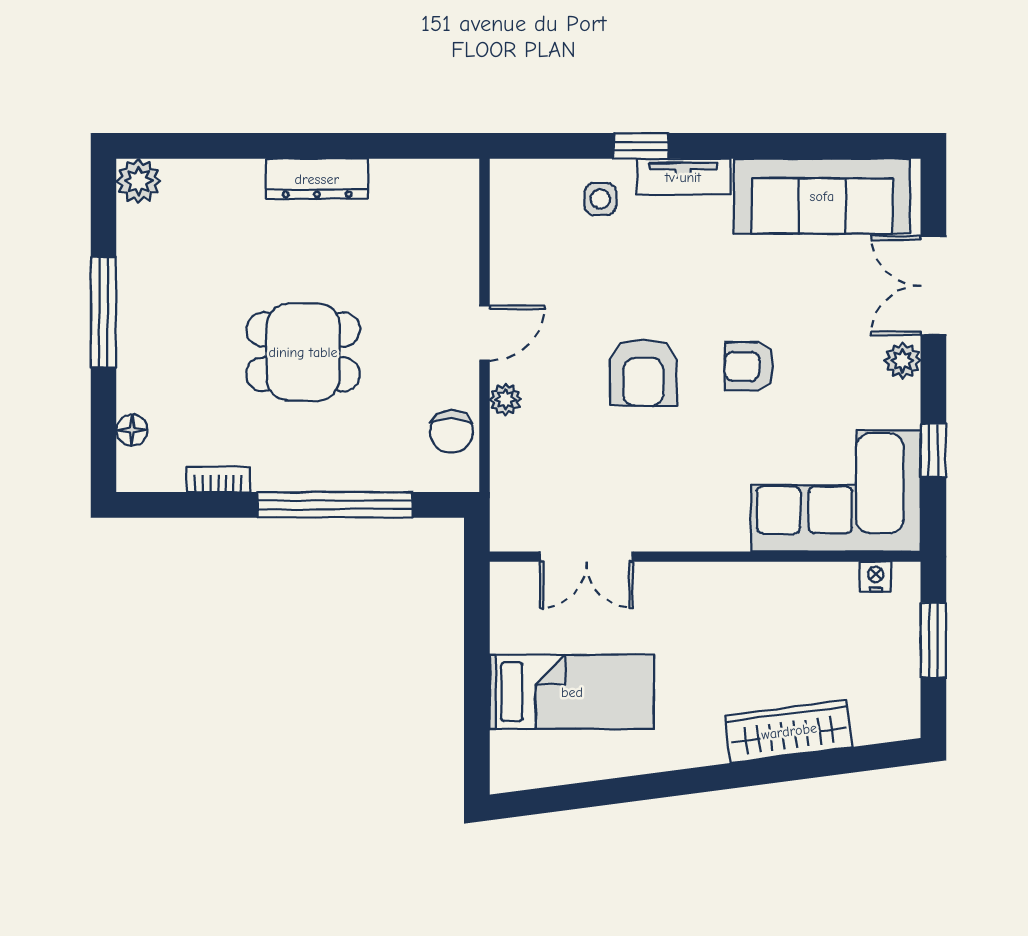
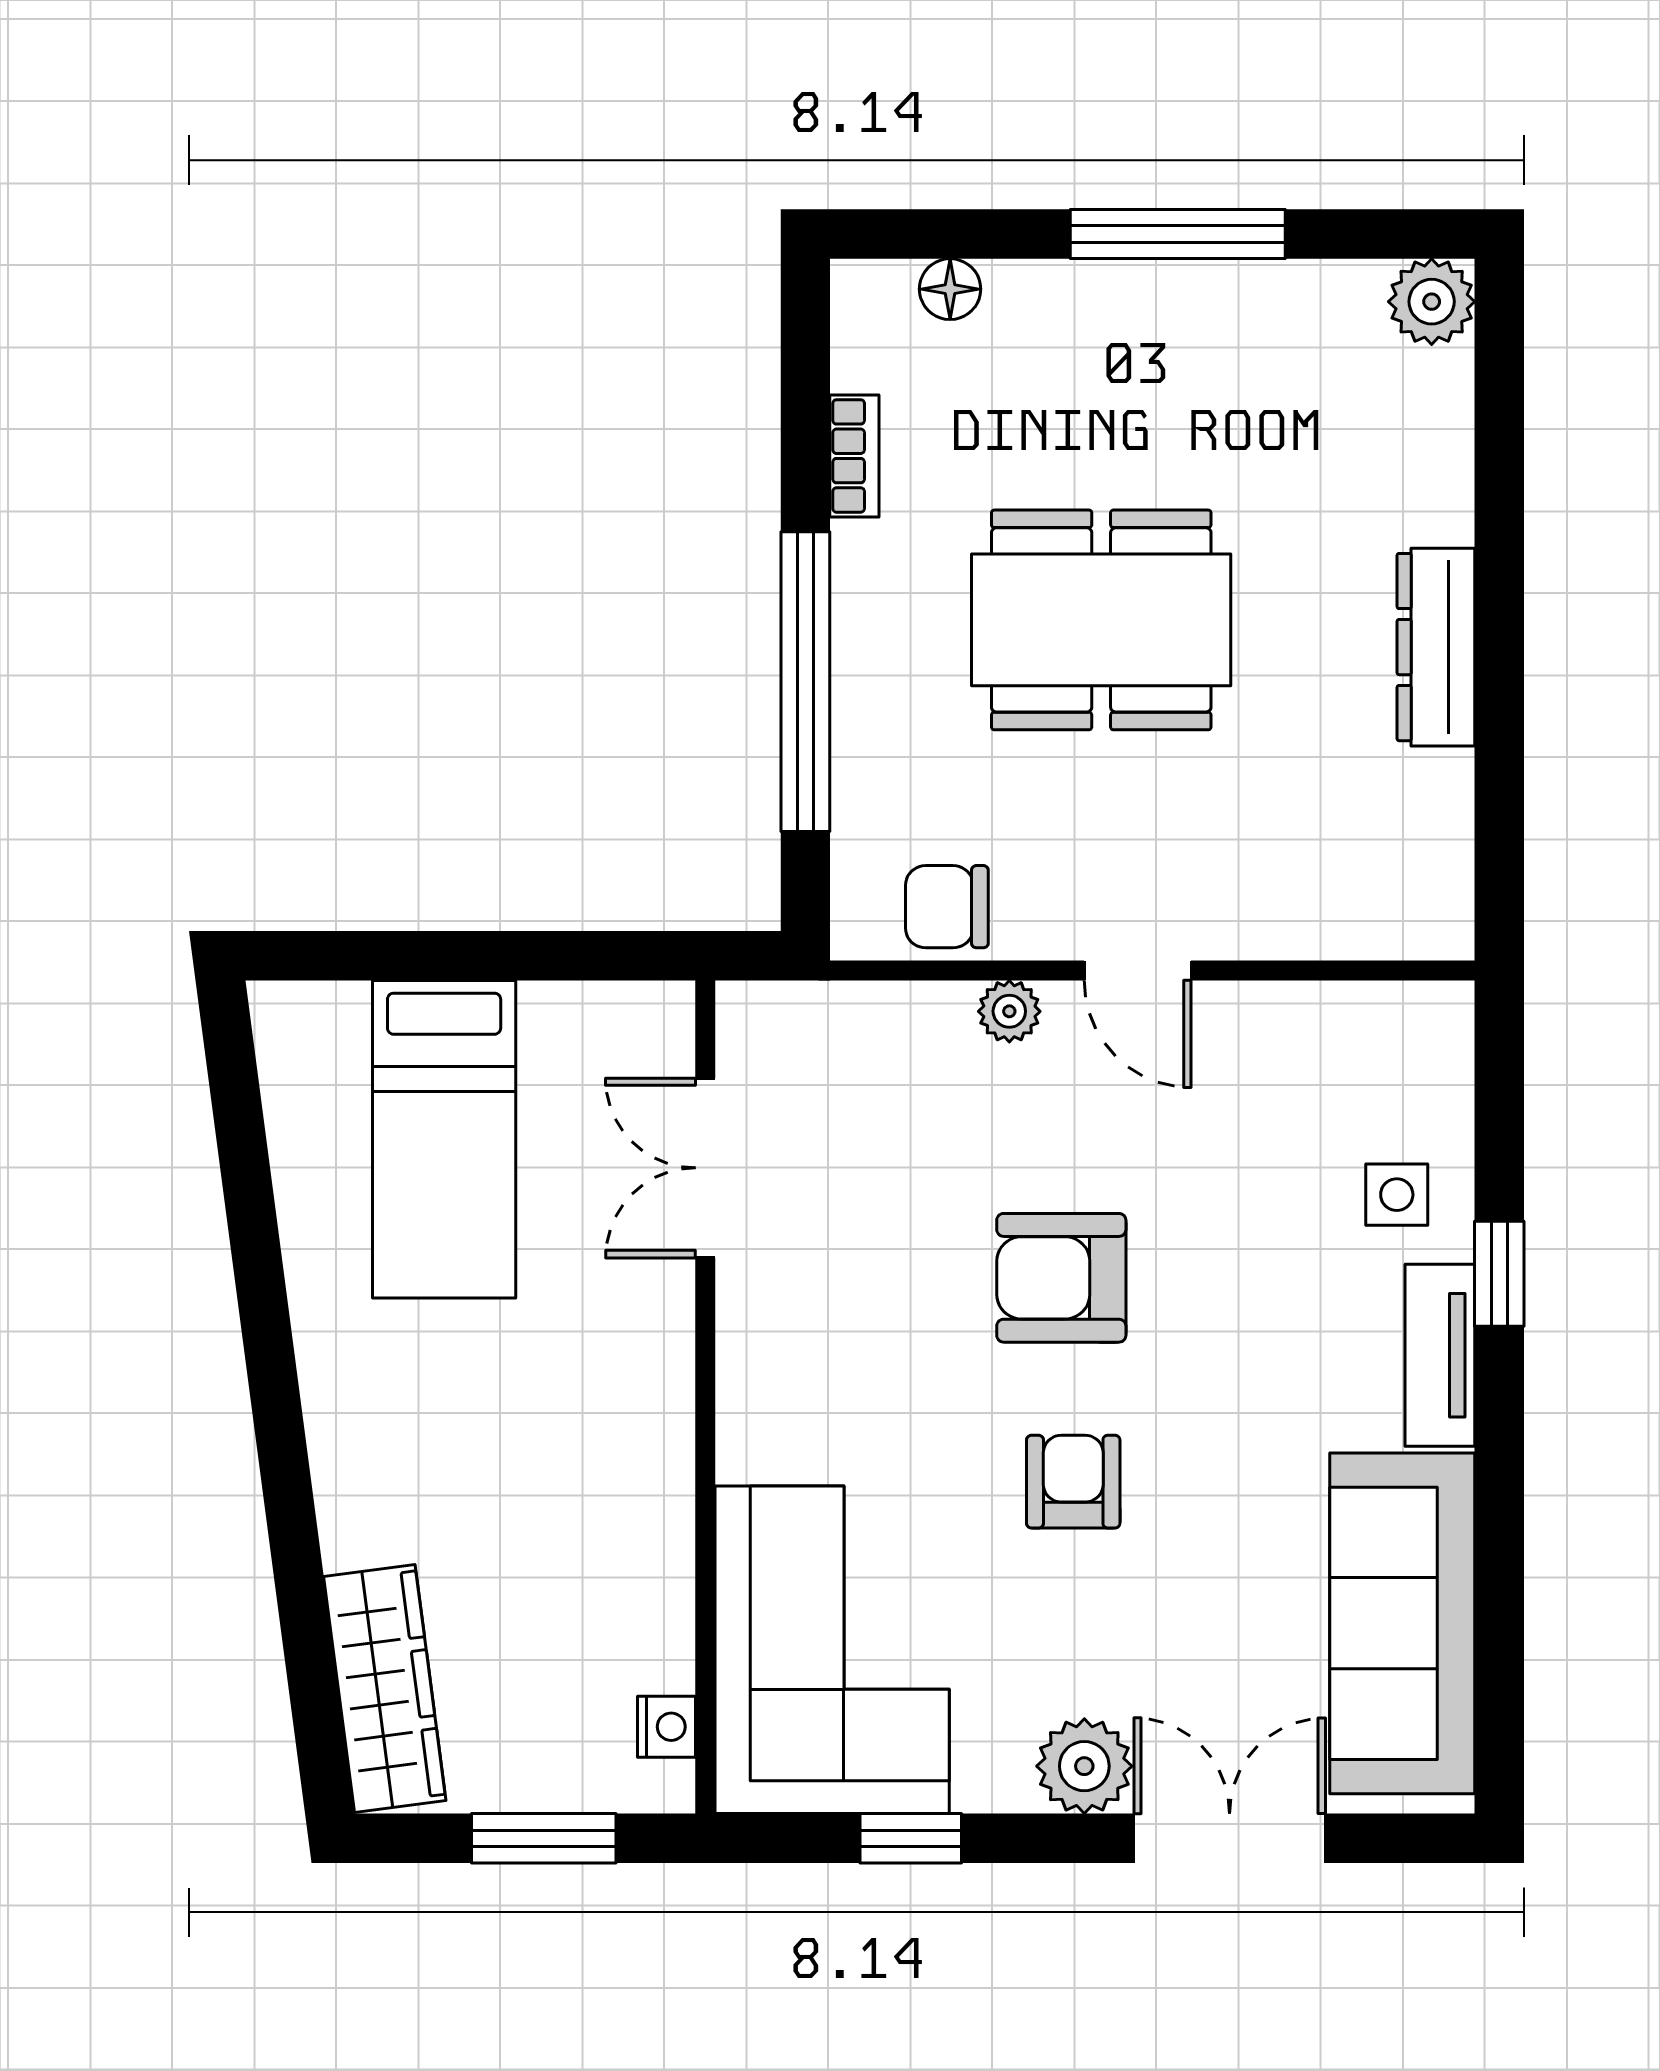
dining table: (303, 352) -> (1101, 620), width x1.38
plant: (903, 361) -> (1084, 1766), width x1.38, depth x1.38
wardrobe: (789, 731) -> (385, 1688), moved

